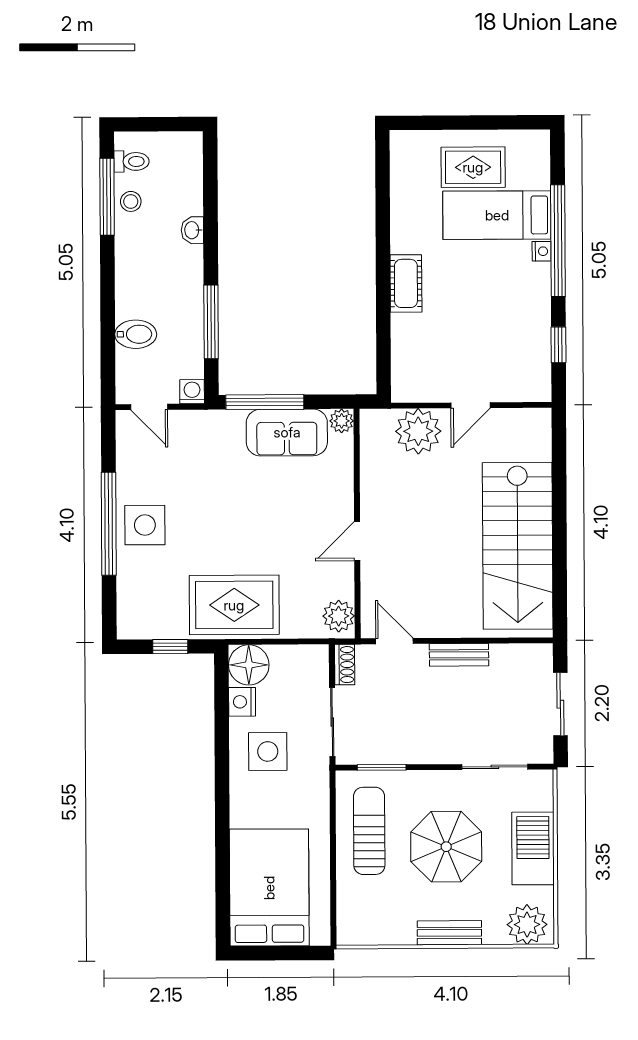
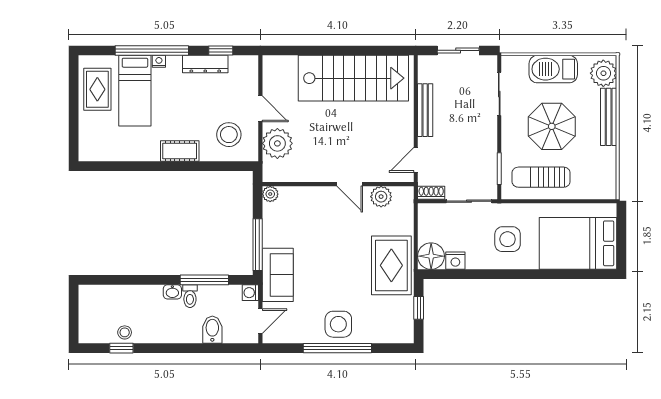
toilet: (131, 161) -> (190, 296), moved, turned 180
rug: (473, 167) -> (97, 89), moved
window: (107, 197) -> (121, 348), width x0.46
washbasin: (192, 230) -> (172, 292), moved
dresser: (538, 321) -> (205, 64), added
stool: (431, 358) -> (229, 135), added
sofa: (287, 432) -> (278, 275), moved
plant: (339, 616) -> (381, 197), moved
bench: (459, 655) -> (425, 110), width x1.36
side table: (268, 751) -> (508, 239), moved
bench: (449, 933) -> (609, 117), width x1.36

